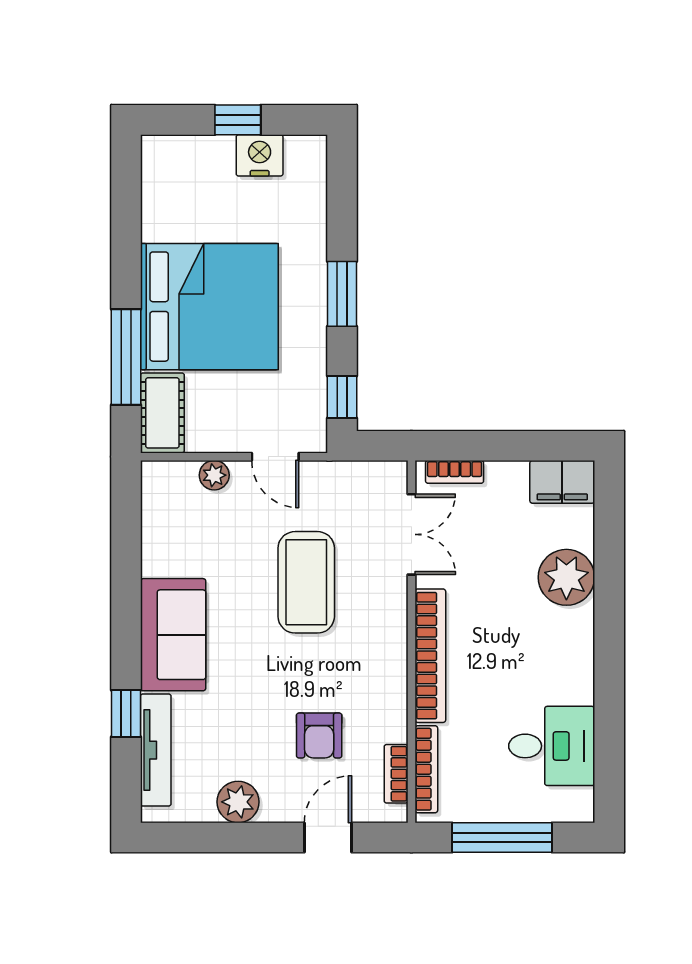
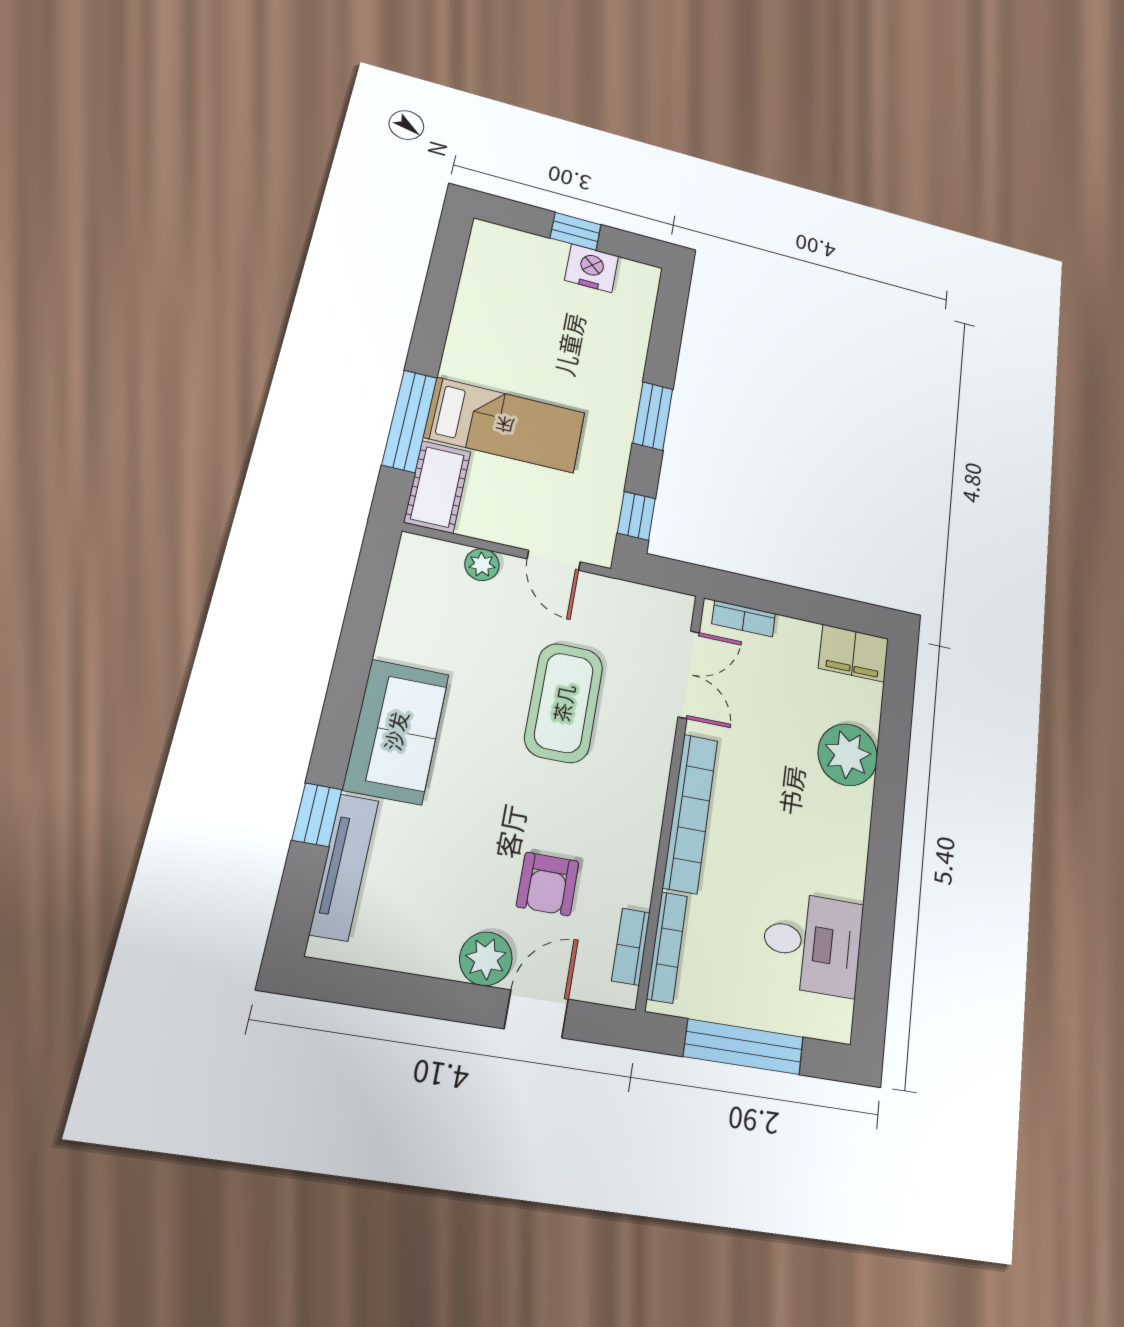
bed: (209, 307) -> (505, 425), width x0.49
plant: (238, 802) -> (486, 959), moved

